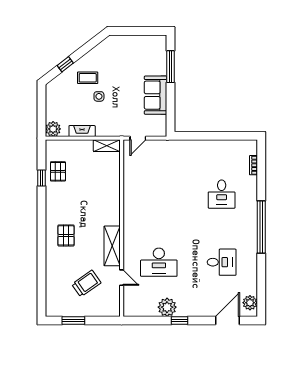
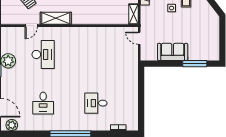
desk: (159, 262) -> (43, 54), turned 180

